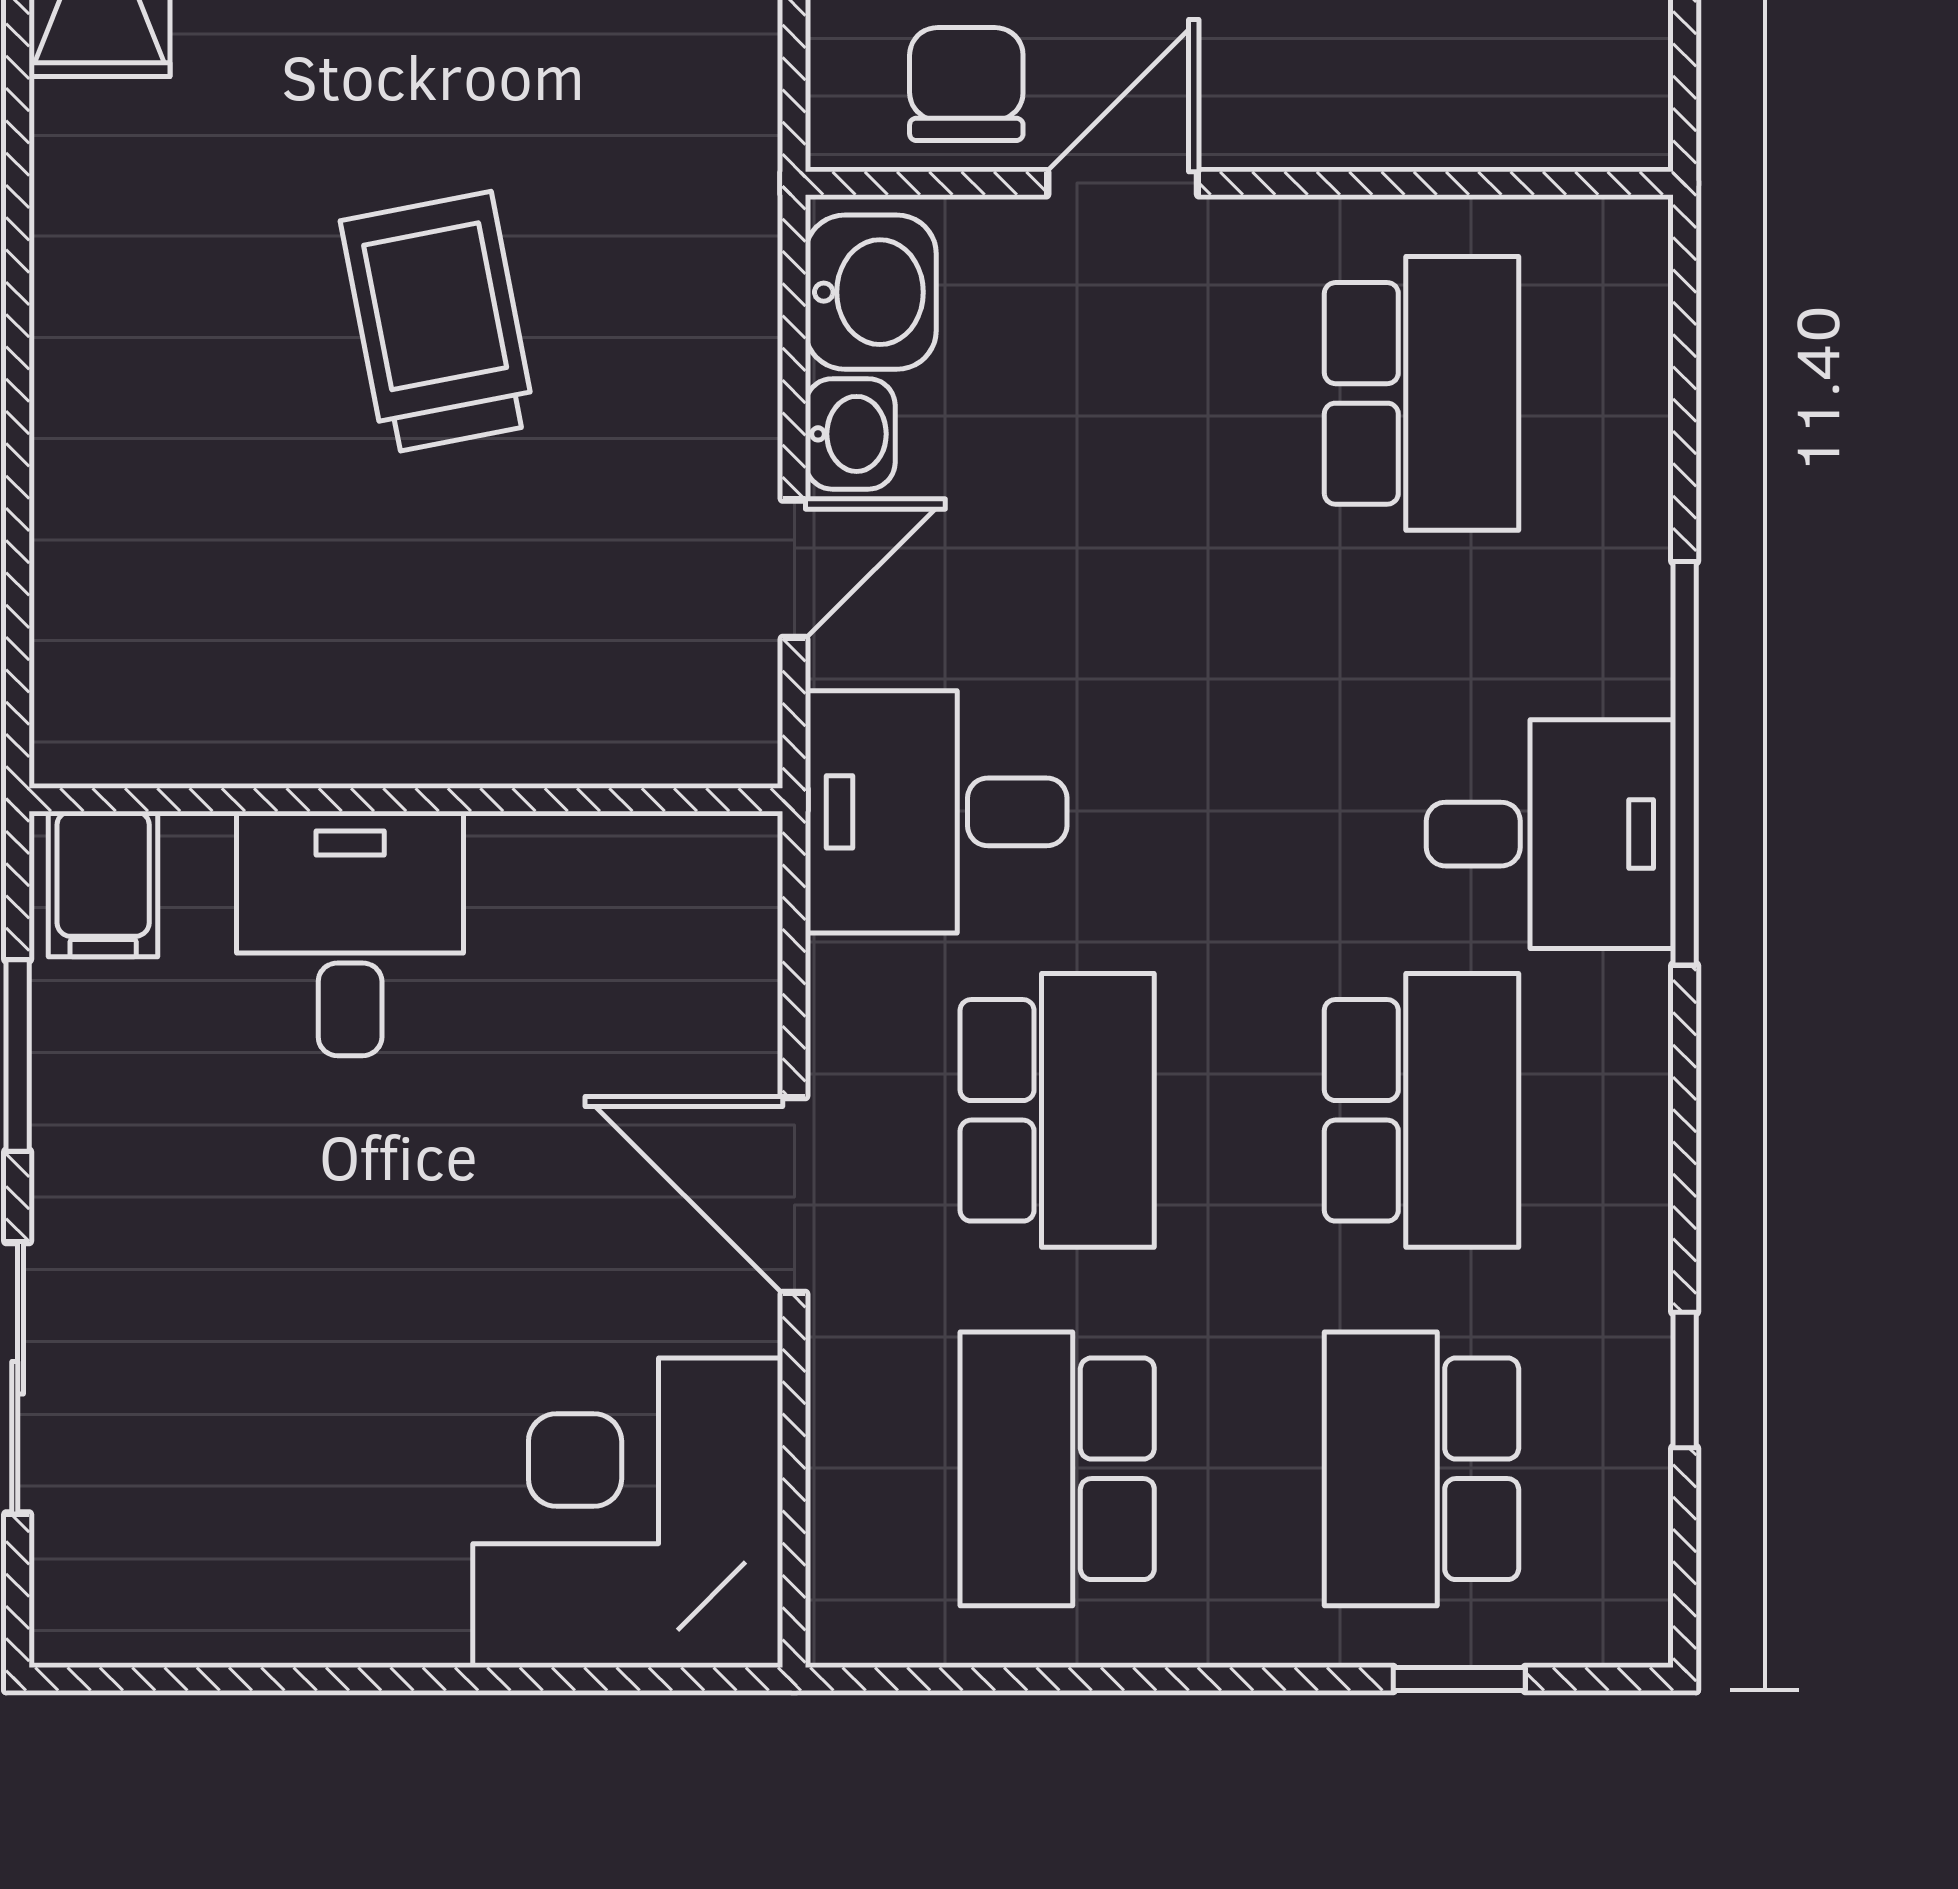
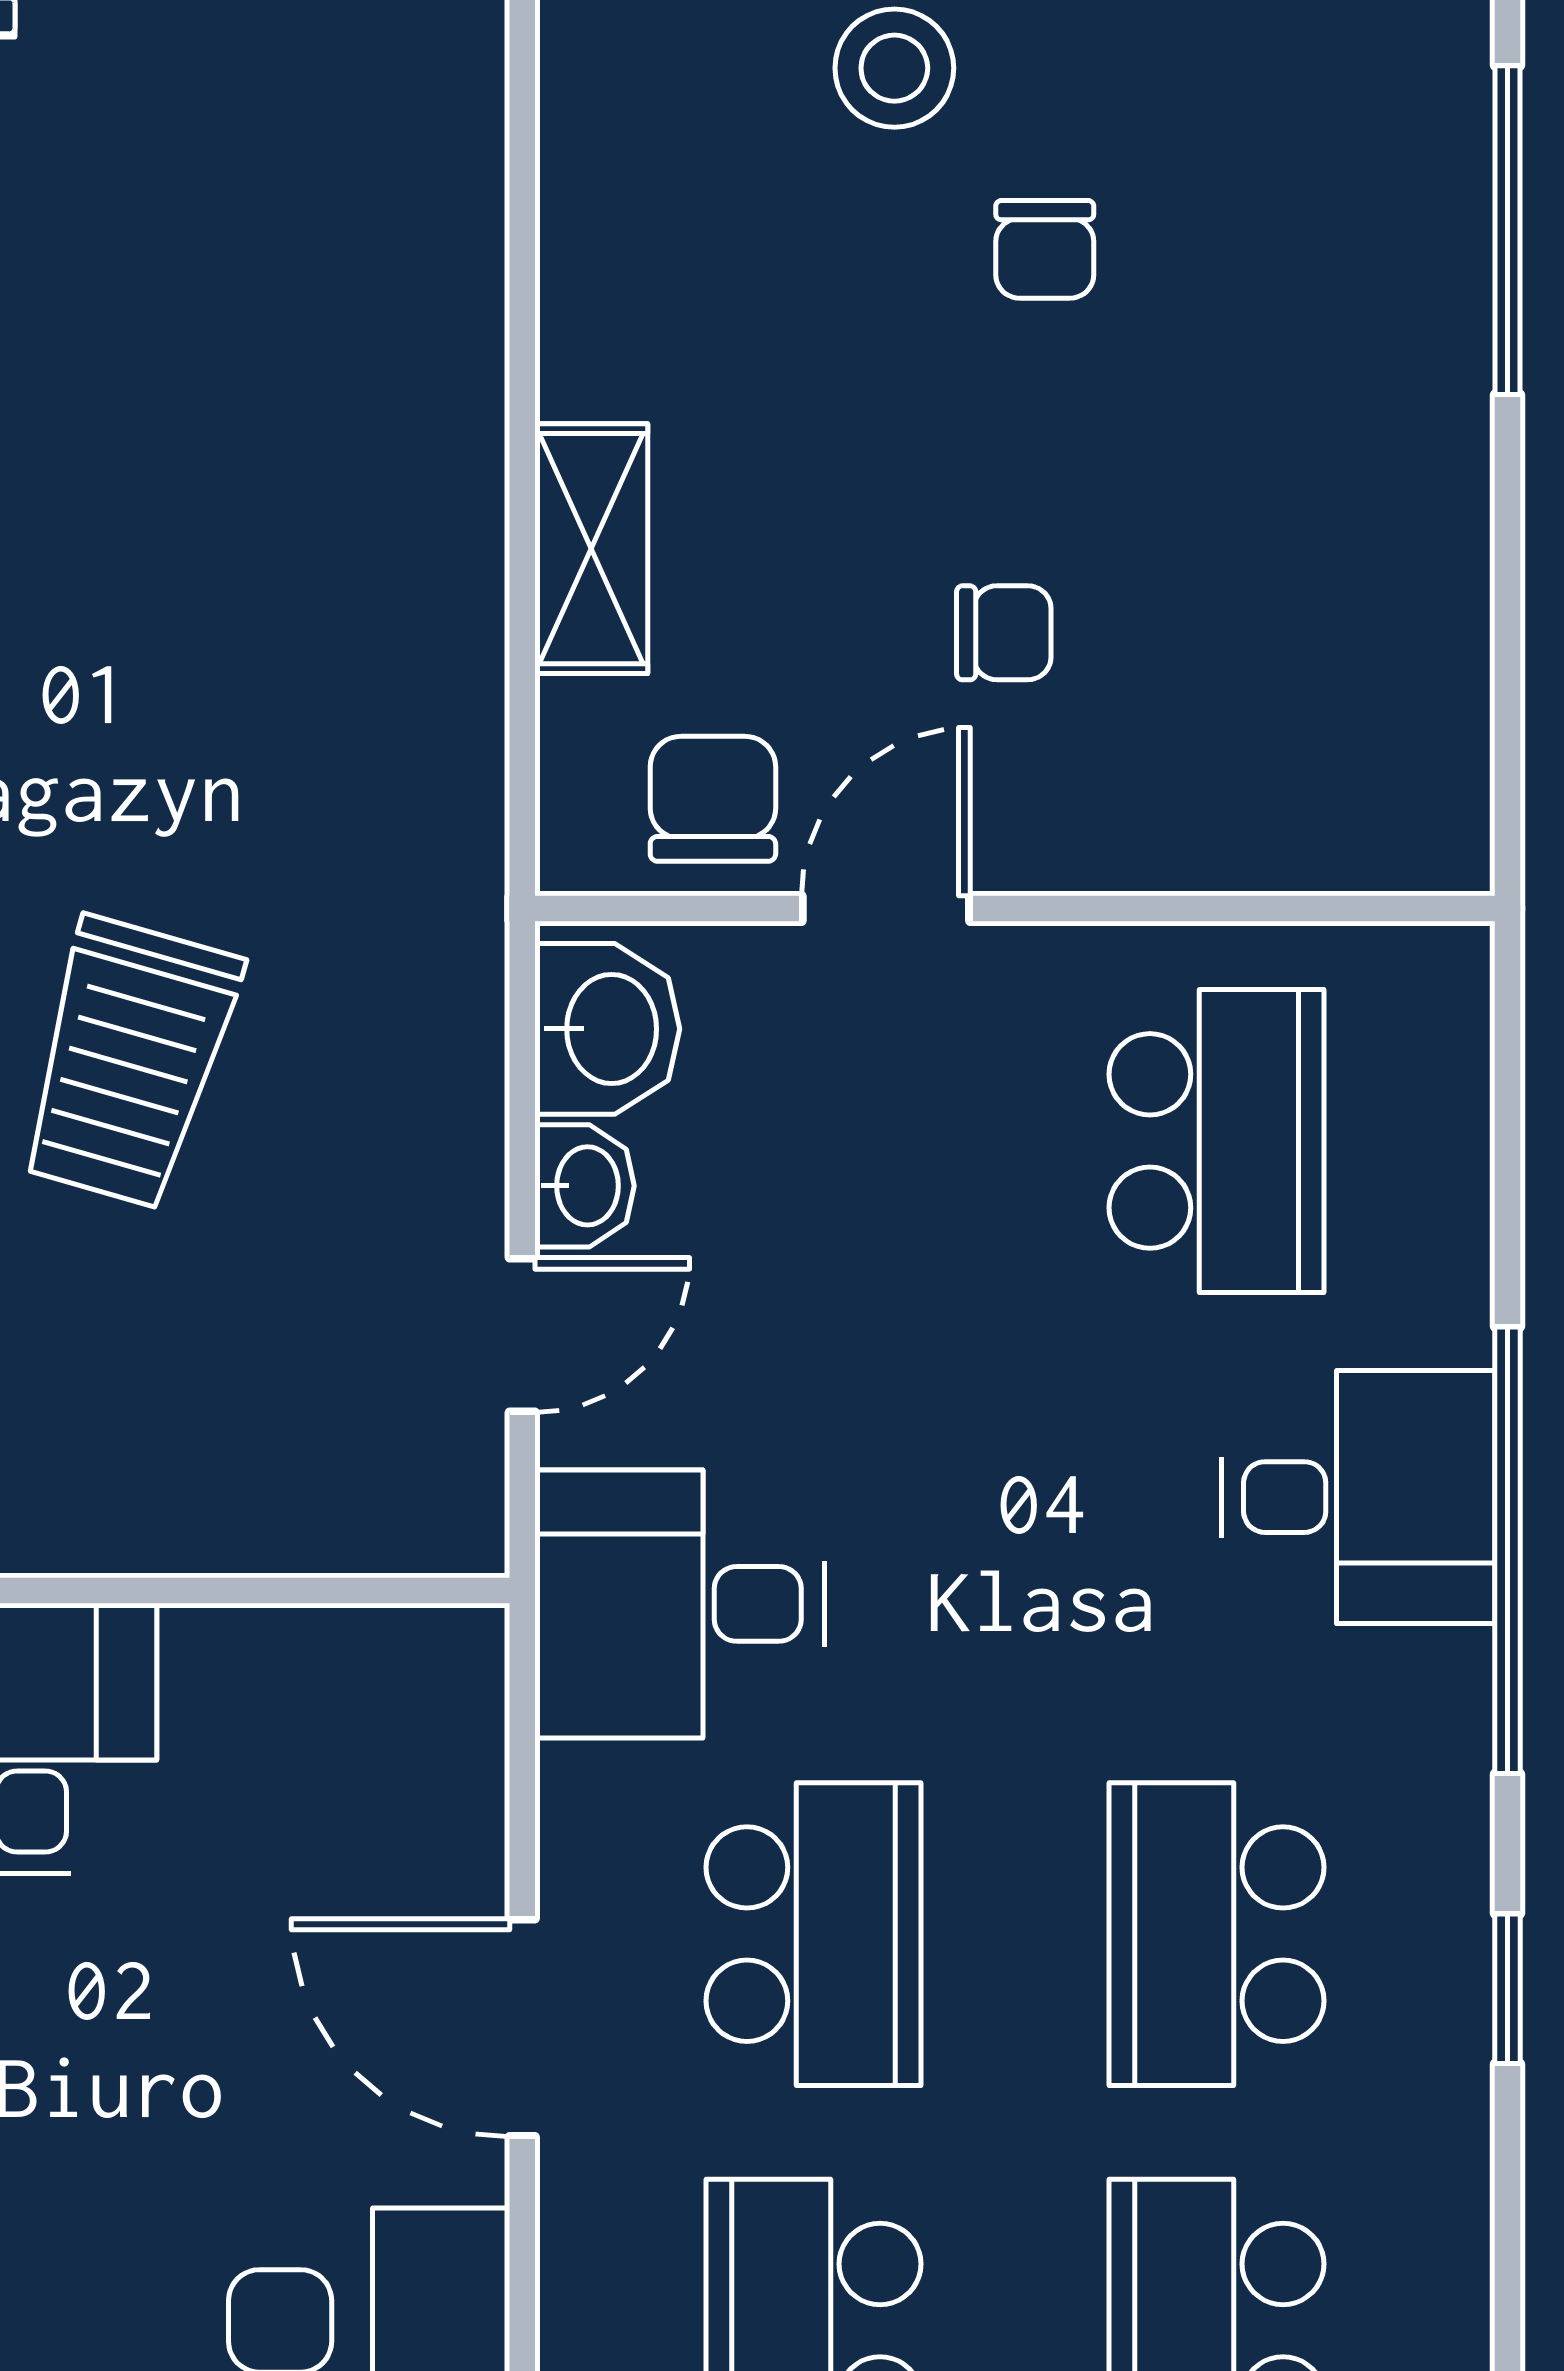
trolley: (438, 323) -> (129, 1063), turned -153
desk: (1550, 834) -> (1358, 1497), moved
school desk: (1421, 1110) -> (1216, 1934), turned 180
window: (1685, 1380) -> (1508, 1989), moved

